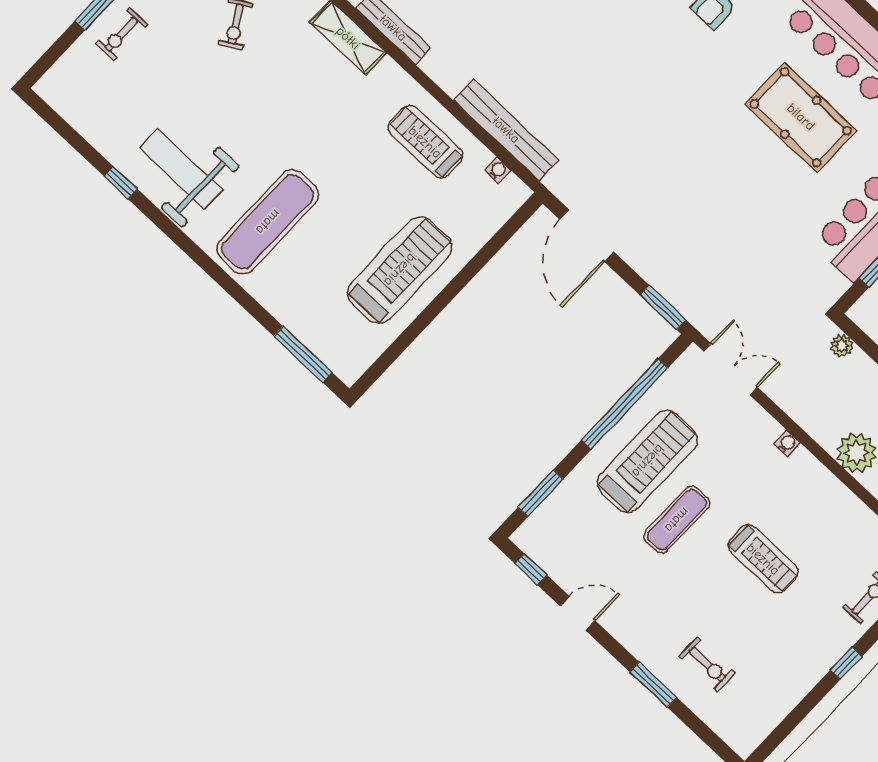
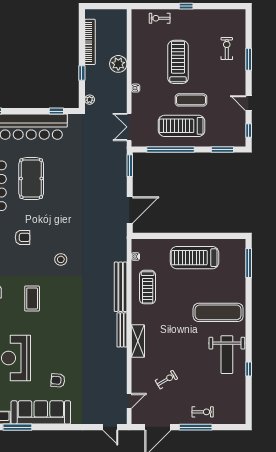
stool: (613, 37) -> (61, 259), added
bench: (506, 130) -> (121, 287), moved
treadmill: (763, 559) -> (178, 62), width x1.37, depth x1.38

